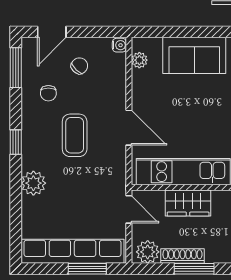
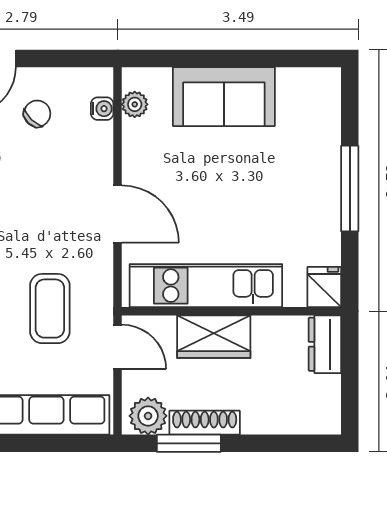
water cooler: (119, 45) -> (102, 109), moved
coffee table: (75, 135) -> (50, 309), moved
window: (87, 269) -> (50, 443), removed
window: (194, 269) -> (189, 443), moved

